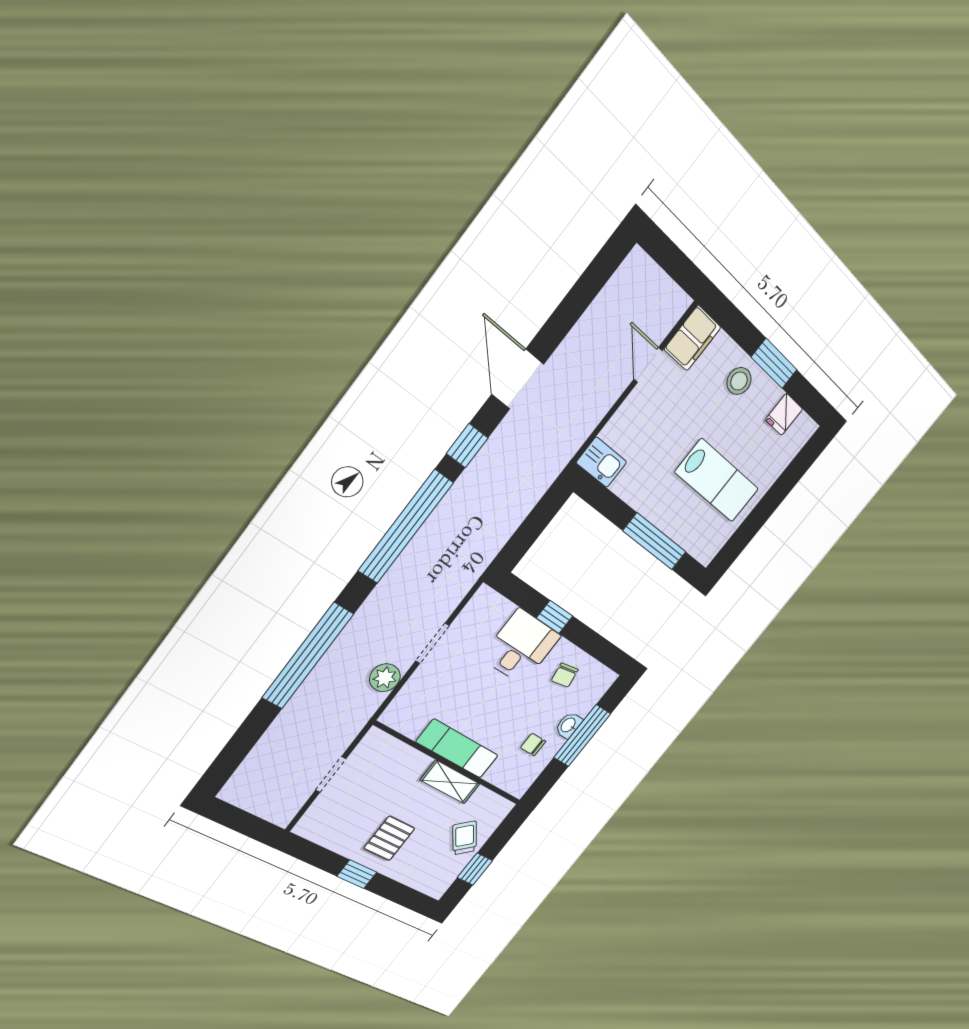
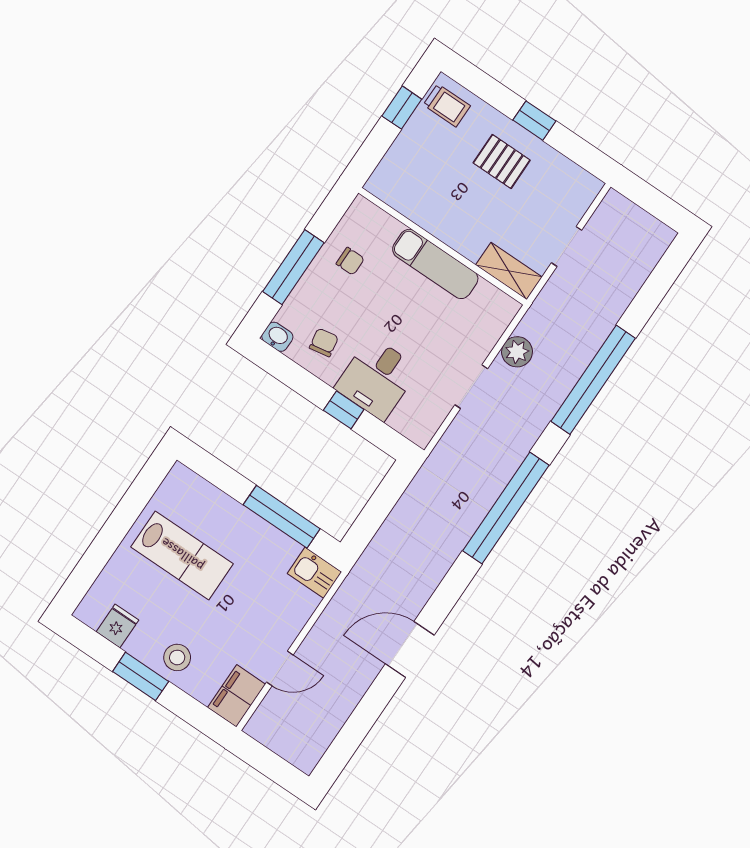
door: (648, 365) -> (280, 668), hinge flipped
door: (518, 379) -> (410, 650), swing flipped
window: (467, 446) -> (453, 586), removed
lab bench: (717, 481) -> (182, 555), turned 180
window: (655, 541) -> (282, 517), moved
washbasin: (569, 725) -> (277, 337), moved, turned -90
shelving: (450, 782) -> (509, 271), moved
pallet: (389, 838) -> (502, 161), turned 90
trolley: (465, 838) -> (447, 105), moved, turned -51

